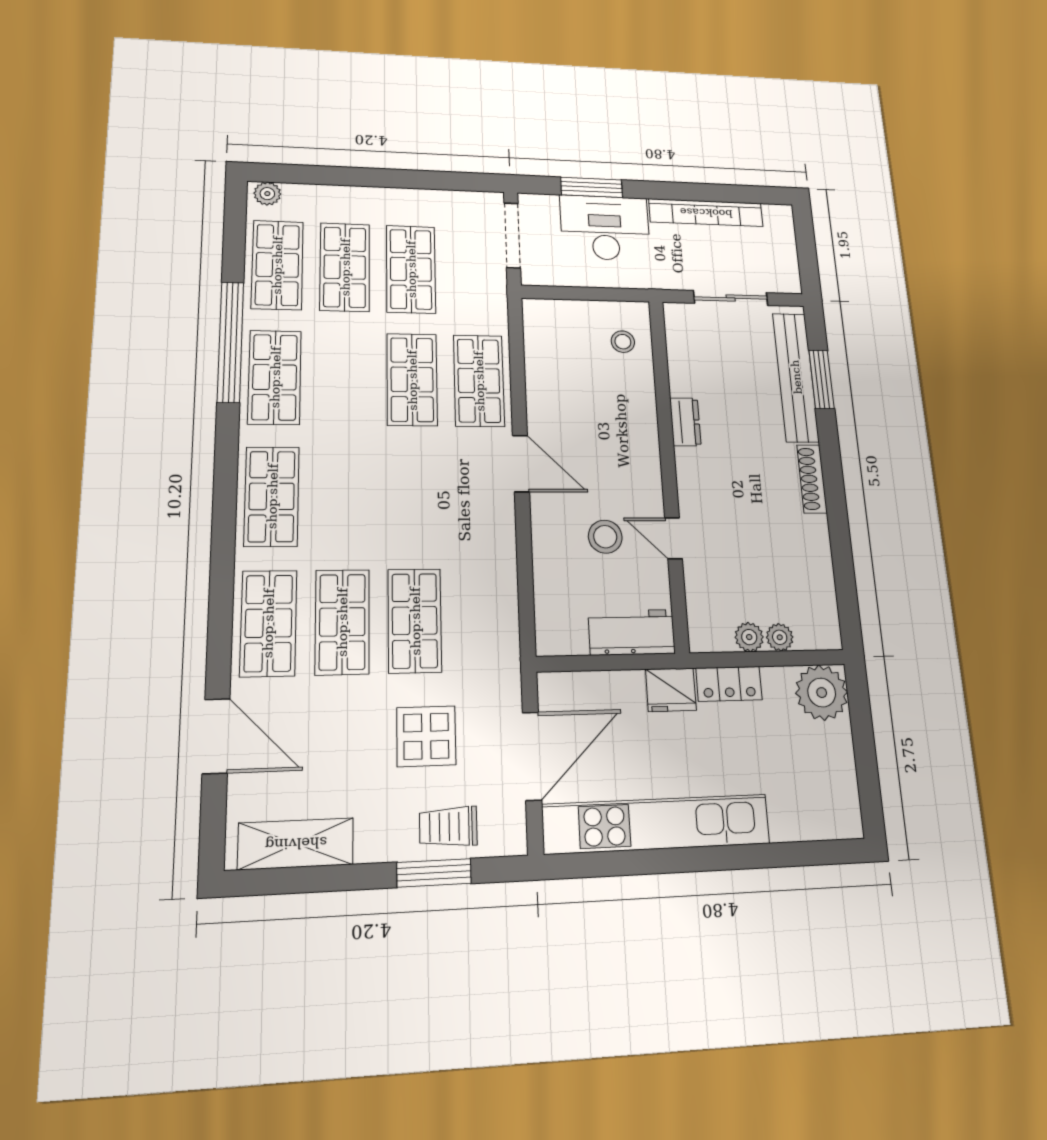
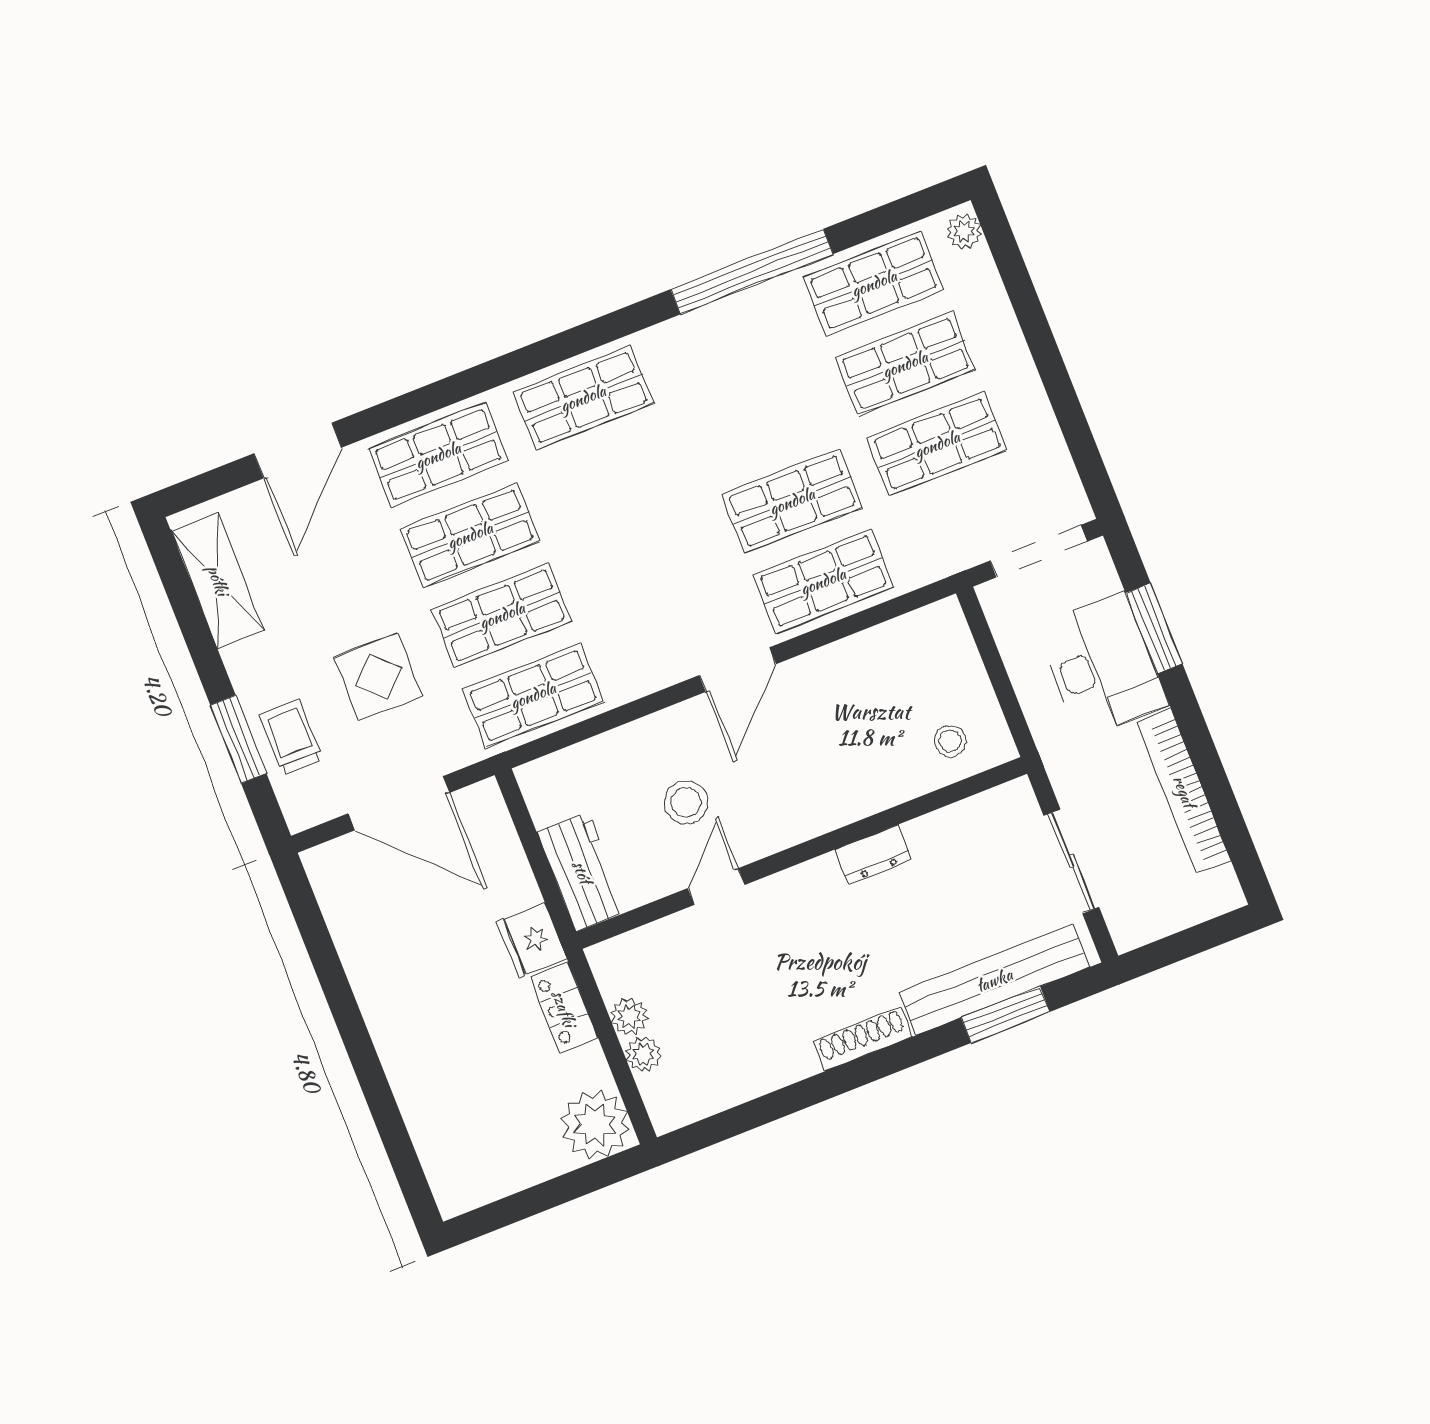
shop shelf: (275, 377) -> (533, 695), moved
kitchen unit: (657, 824) -> (374, 970), removed

